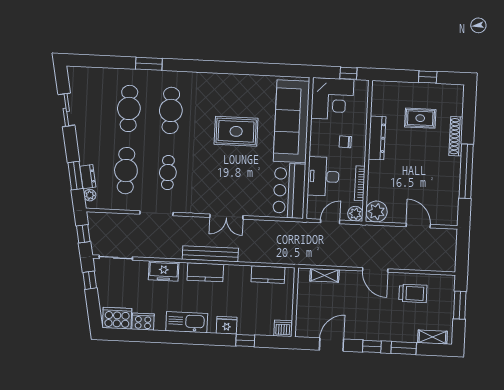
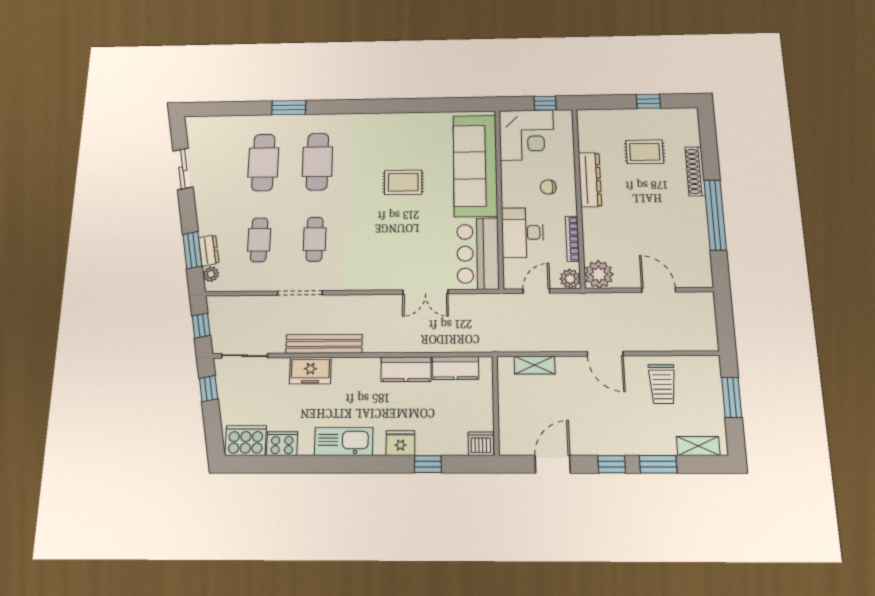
rug: (236, 131) -> (403, 182), width x0.73, depth x0.70
cafe table: (126, 171) -> (259, 240), width x0.73, depth x0.74
double door: (226, 217) -> (425, 292), moved
bench: (210, 254) -> (324, 344), moved
kitchen counter: (205, 272) -> (406, 369), moved
trolley: (413, 293) -> (662, 384), turned 90

